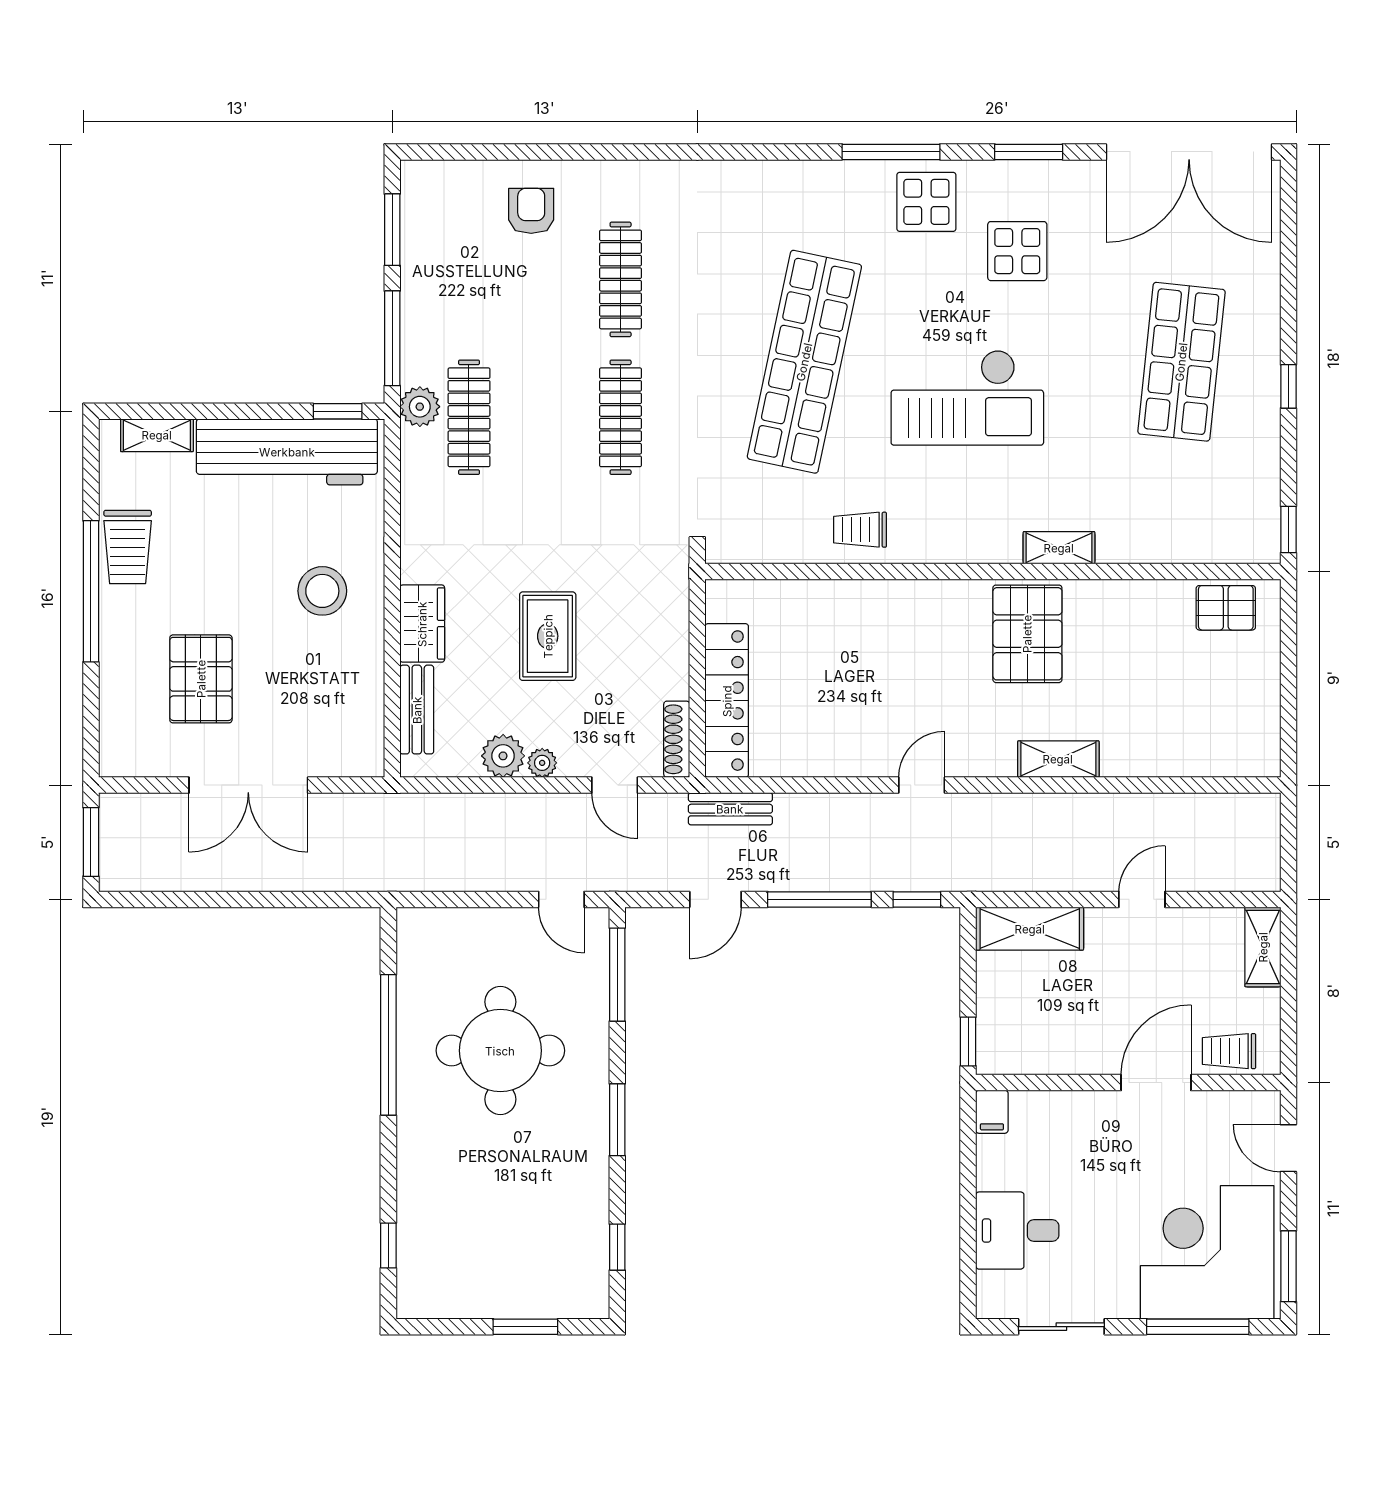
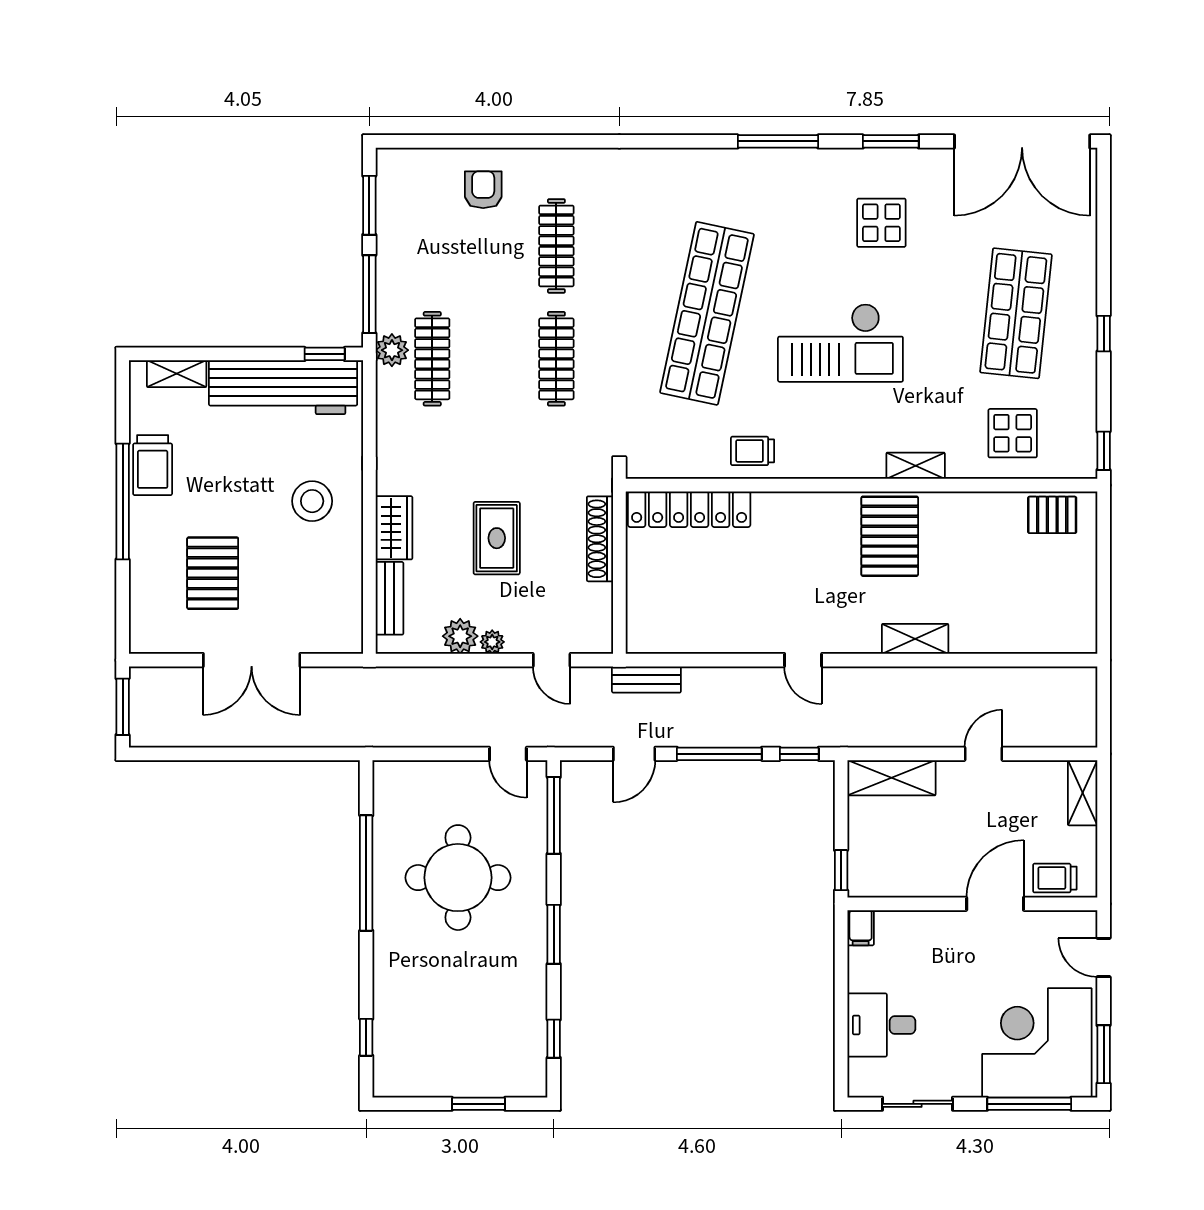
display table: (926, 202) -> (1013, 433), moved
locker: (727, 701) -> (689, 509), moved, turned 90
shoe rack: (677, 739) -> (600, 539), moved, width x1.36, depth x1.24
door: (922, 785) -> (803, 660), swing flipped

